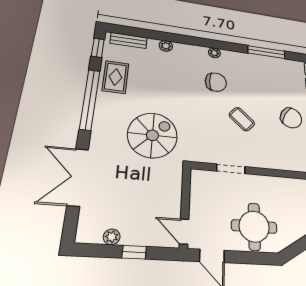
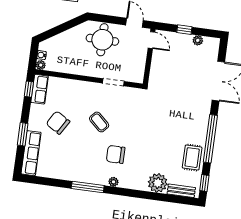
plant: (166, 46) -> (158, 183), width x1.87, depth x1.87
window: (266, 52) -> (88, 187), moved
spiral stairs: (152, 135) -> (168, 110), removed

